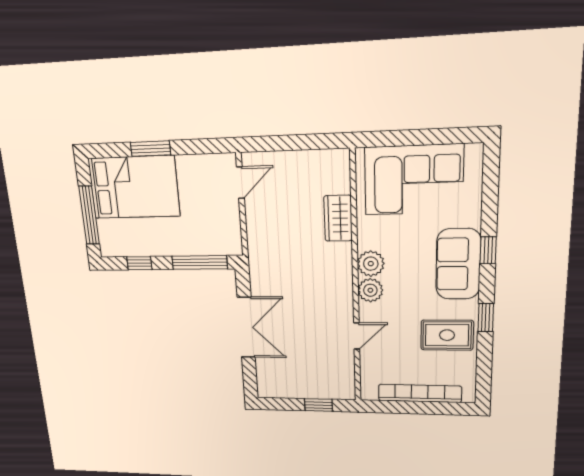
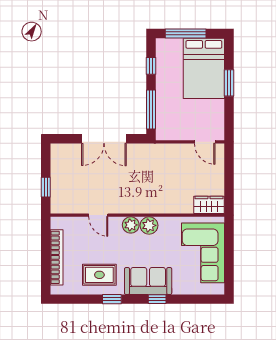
wardrobe: (338, 218) -> (209, 205), moved
rug: (447, 335) -> (99, 275), turned 90

